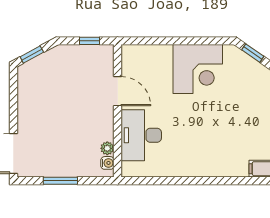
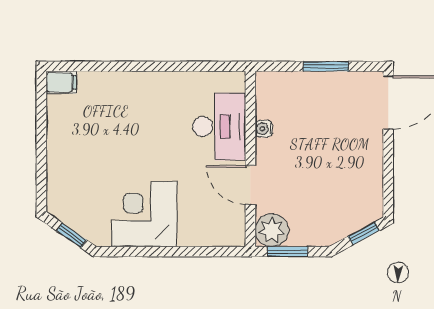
window: (89, 41) -> (288, 252), width x1.50
plant: (107, 148) -> (272, 230), moved, width x1.88, depth x1.88
water cooler: (107, 163) -> (264, 129), moved

